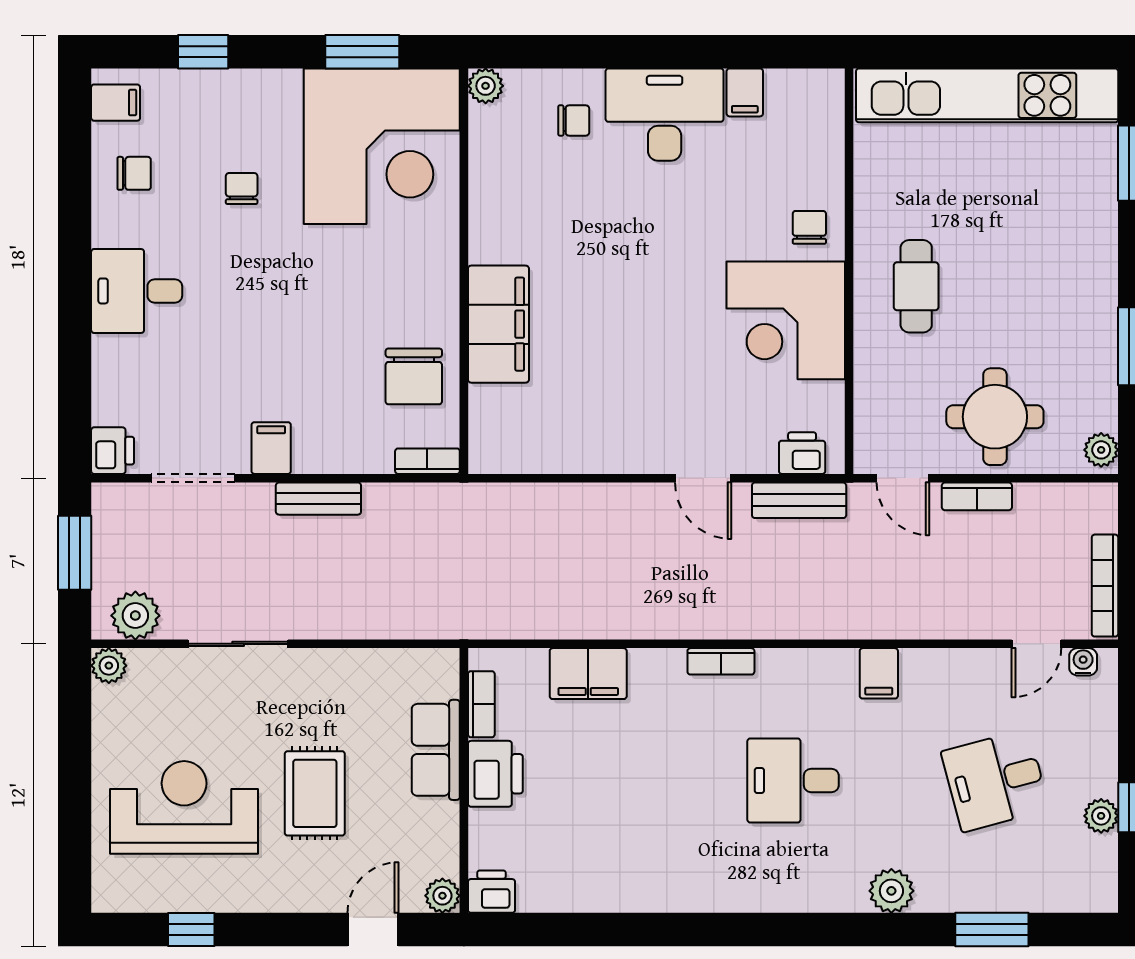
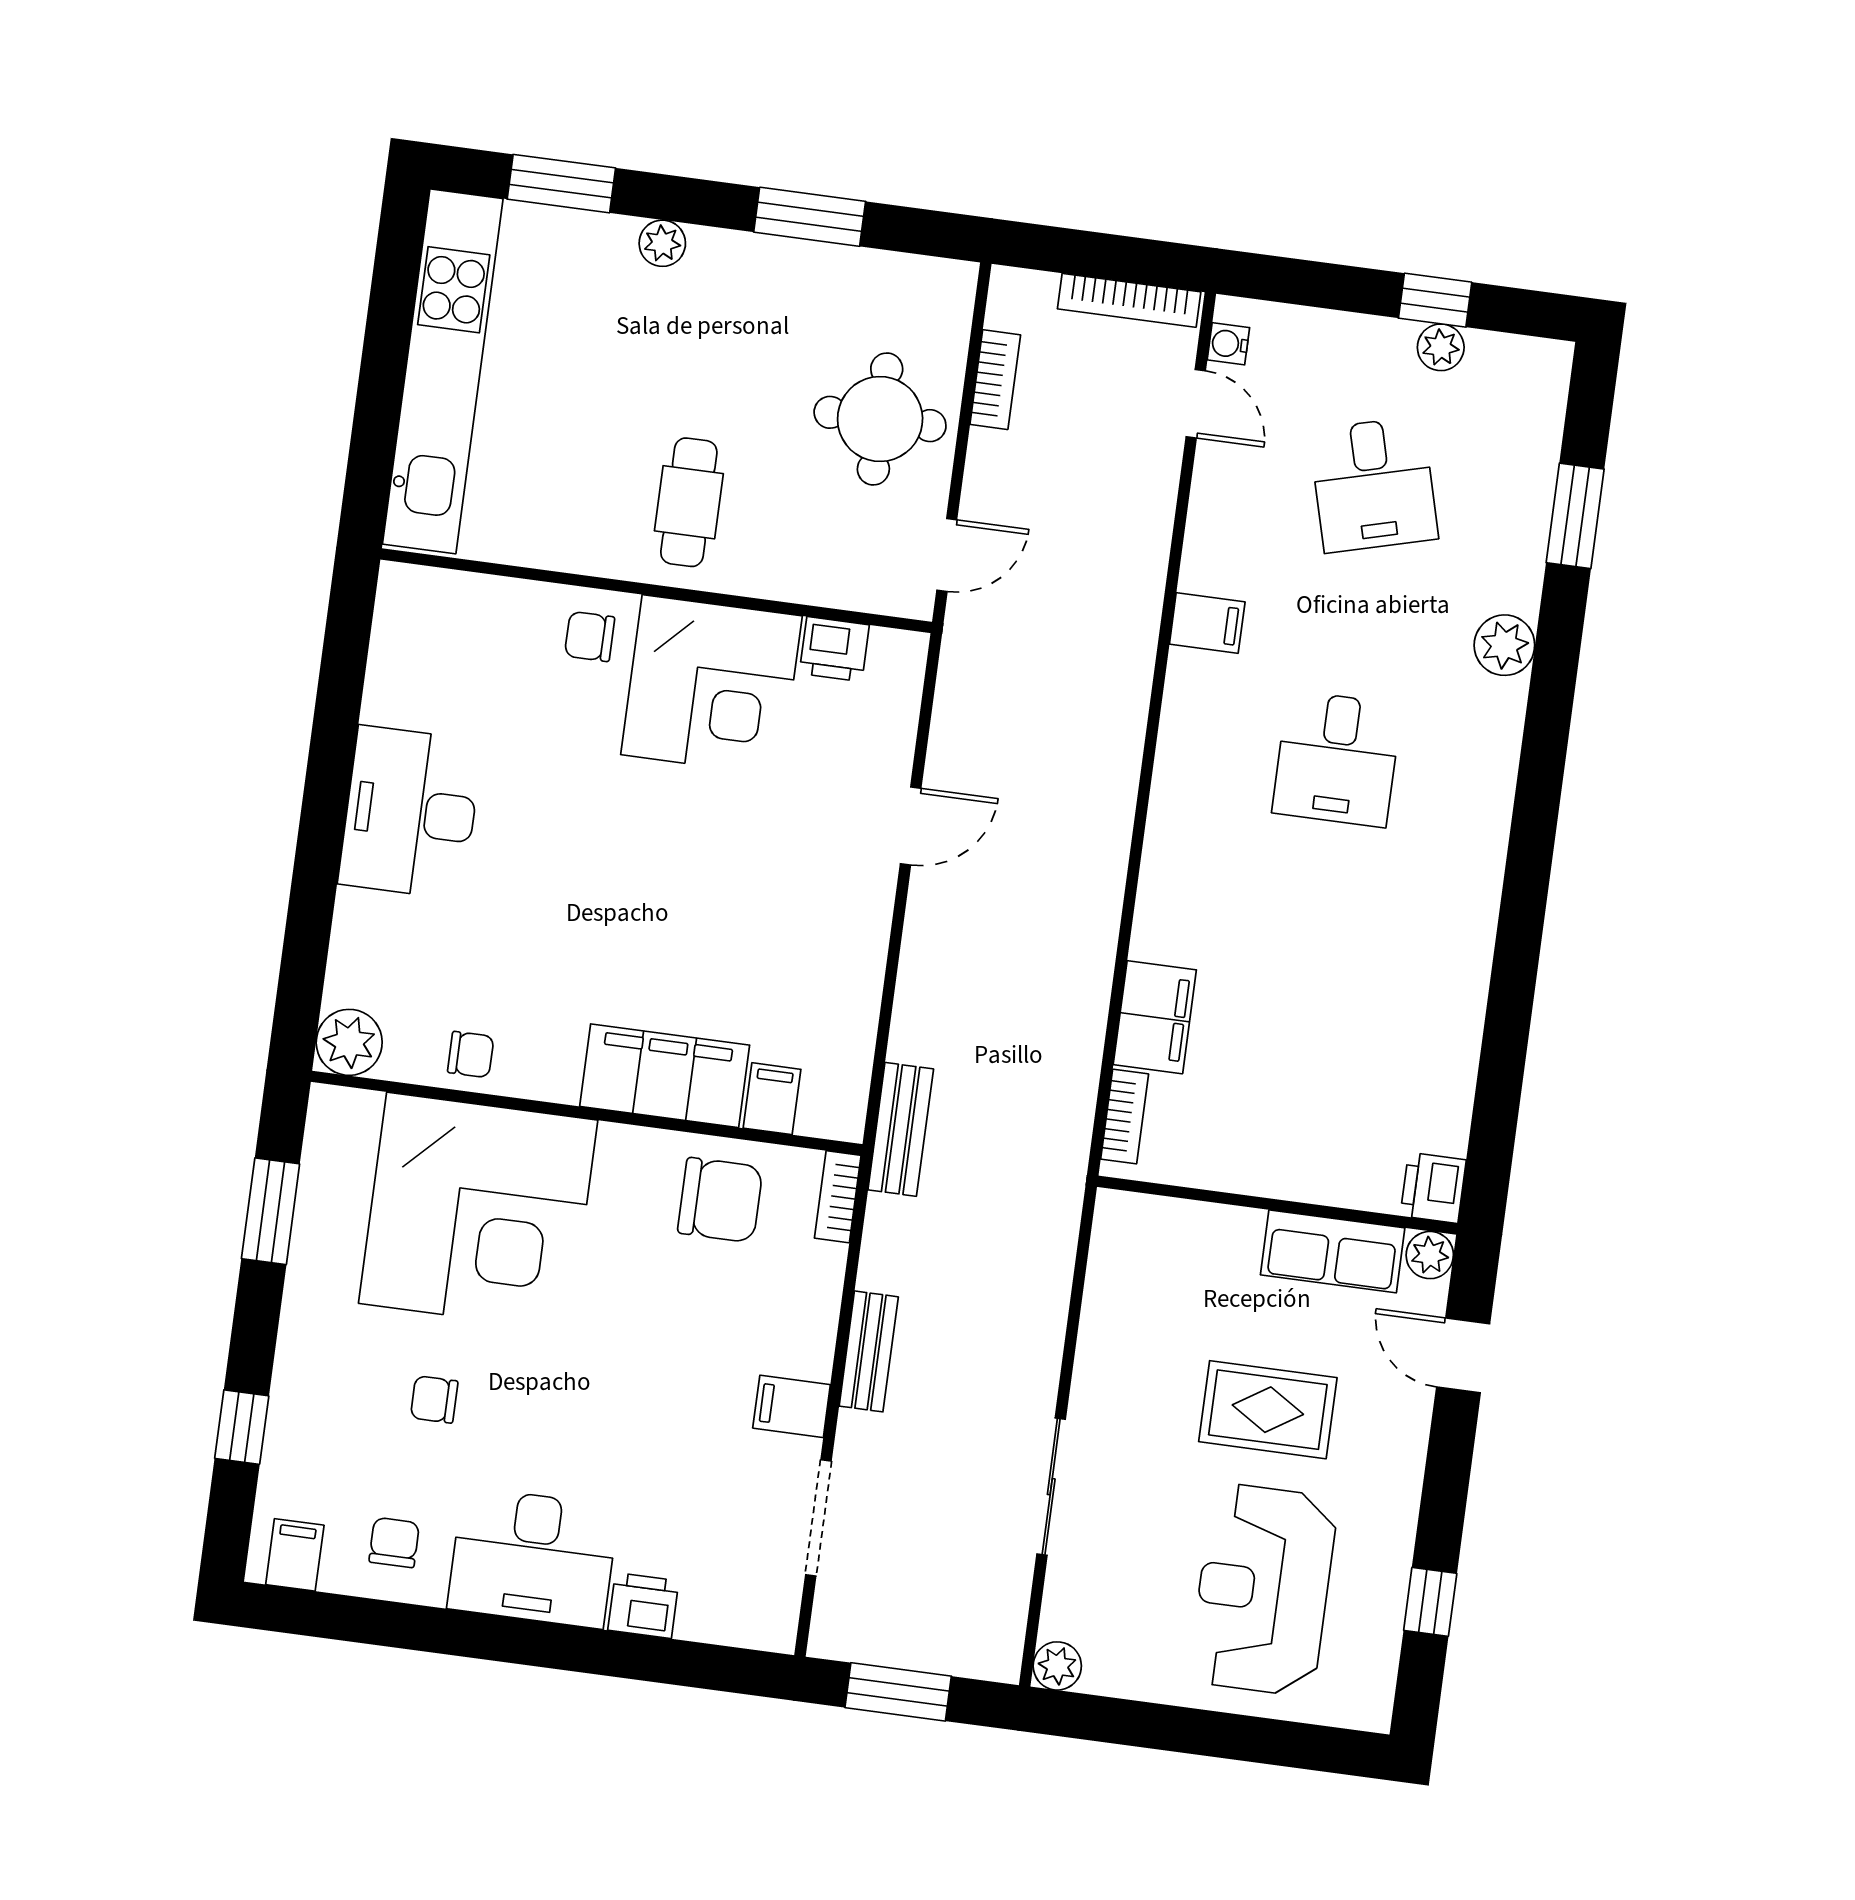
plant: (486, 86) -> (349, 1042), width x1.38, depth x1.38
filing cabinet: (745, 92) -> (772, 1099), moved, turned -90
chair: (574, 120) -> (471, 1055), moved, turned 90
corner desk: (382, 146) -> (478, 1212), moved, turned 90
cafe table: (916, 286) -> (689, 502), turned 90
desk: (137, 291) -> (533, 1558), width x1.37
plant: (1101, 450) -> (662, 243), moved
printer: (113, 451) -> (643, 1606), moved
printer: (802, 453) -> (834, 649), moved, turned -90
bookcase: (977, 496) -> (995, 380), moved
bench: (799, 500) -> (901, 1129), moved
plant: (135, 616) -> (994, 1621), removed
bookcase: (721, 661) -> (1162, 835), removed
bookcase: (481, 704) -> (1125, 1117), moved, turned 90
row of seats: (436, 750) -> (1333, 1251), moved
printer: (495, 774) -> (1274, 1161), removed

